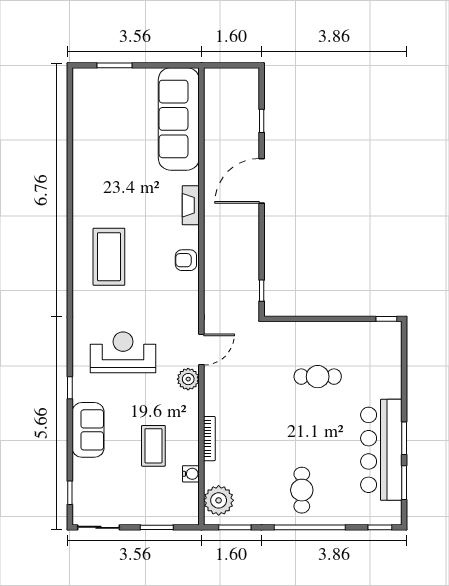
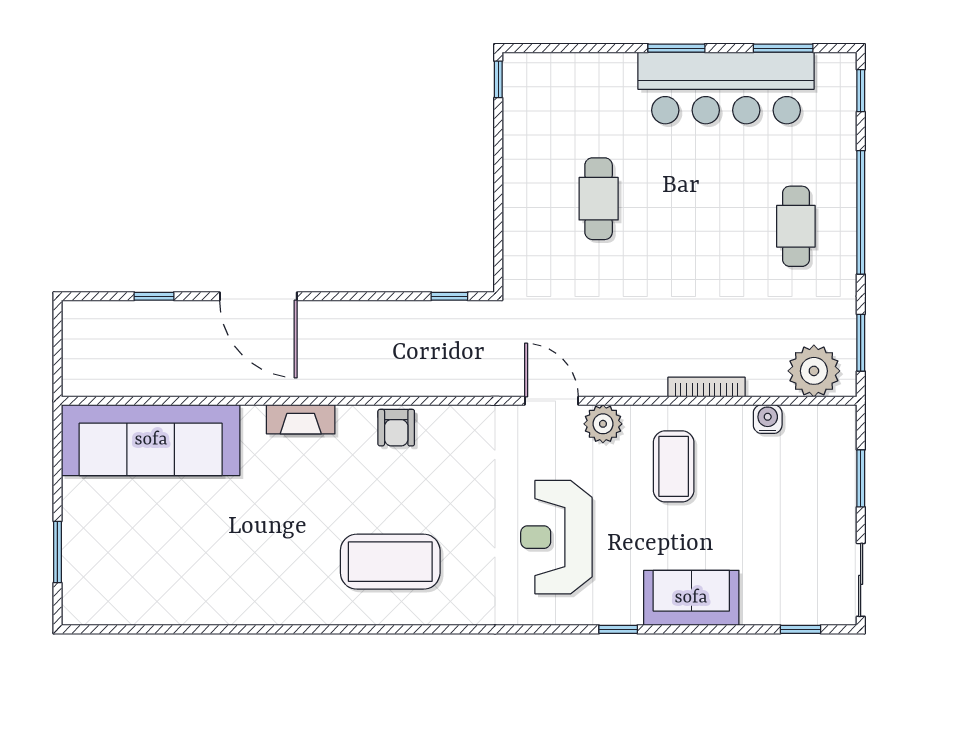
window: (404, 438) -> (676, 48), moved
coffee table: (153, 446) -> (674, 466), moved, turned 90
cafe table: (302, 490) -> (796, 226), turned 90

